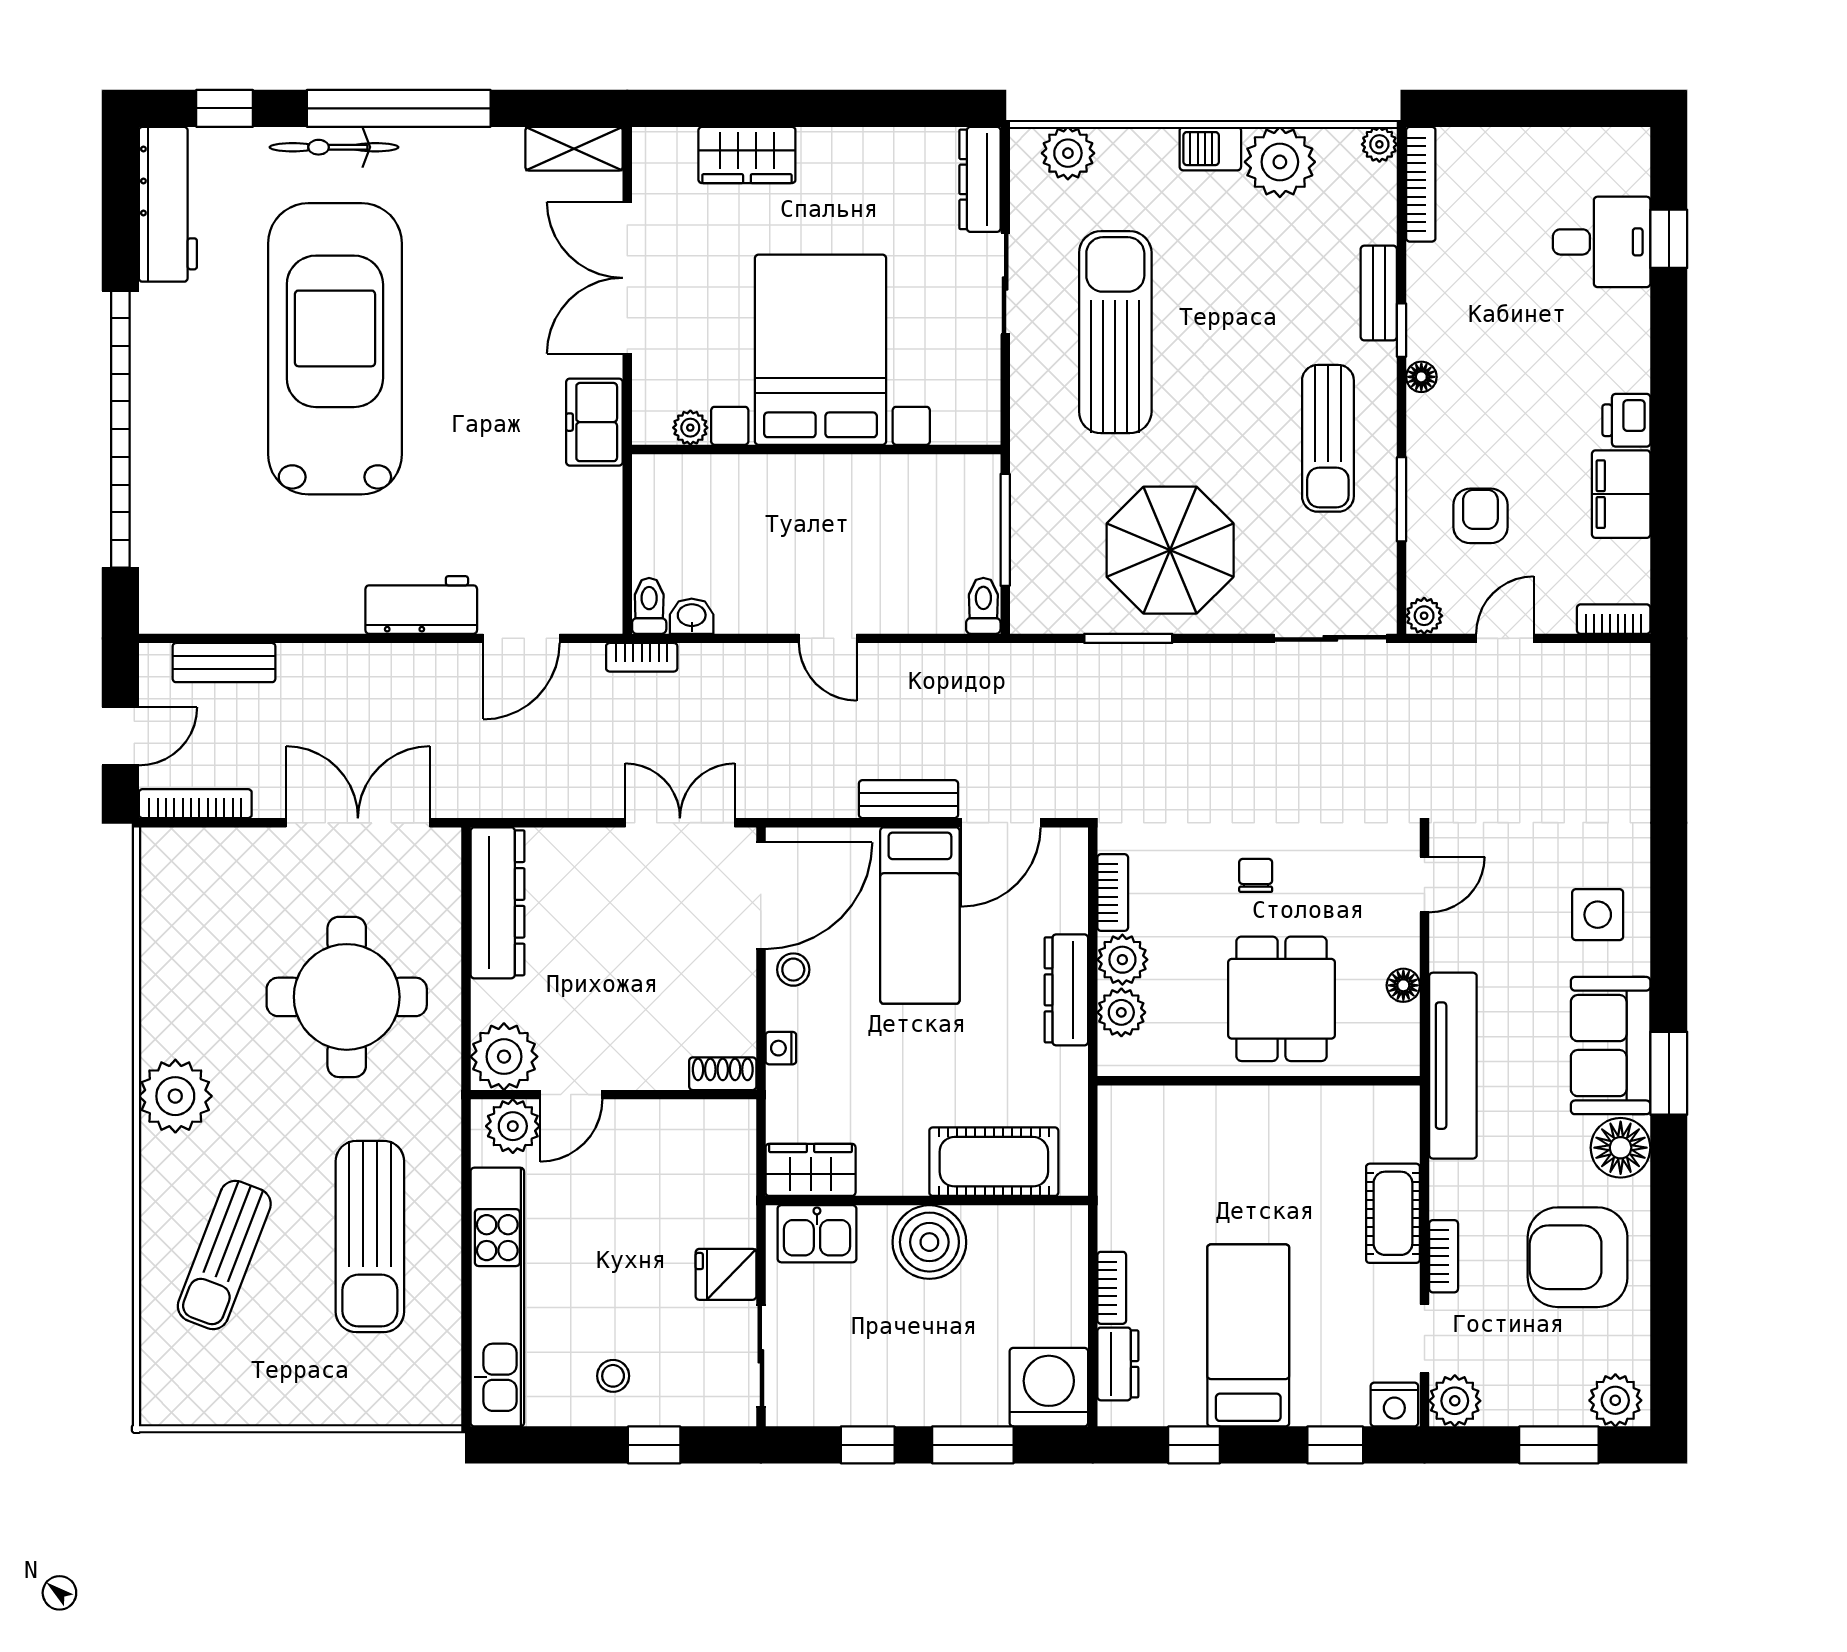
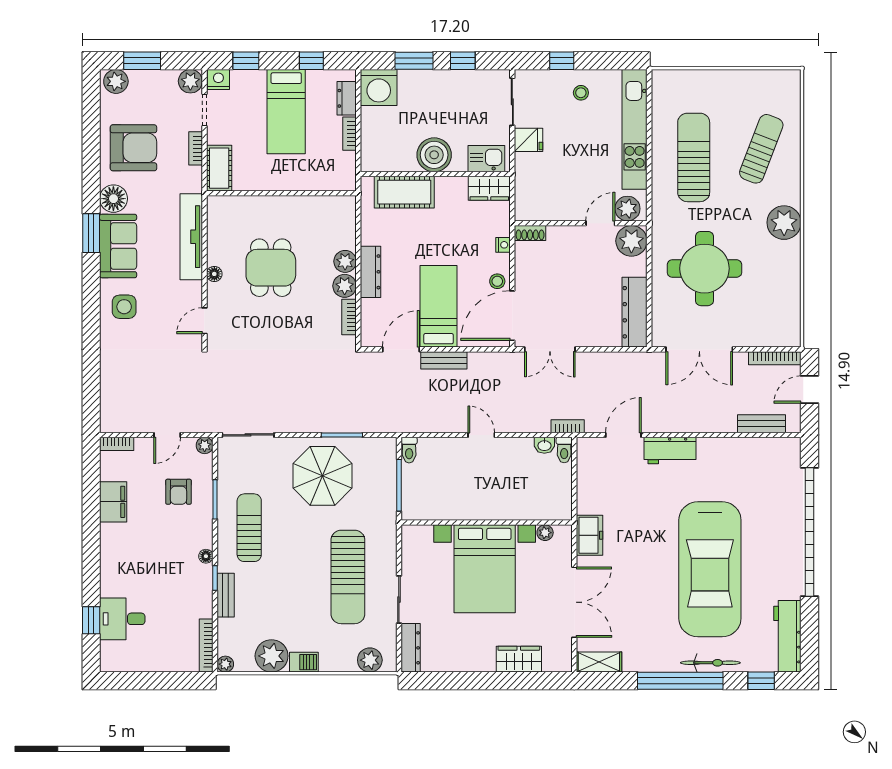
printer: (1626, 420) -> (111, 536), removed
chair: (1256, 875) -> (283, 325), removed
wall: (1259, 1081) -> (281, 193), moved

